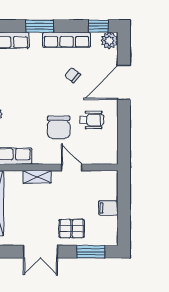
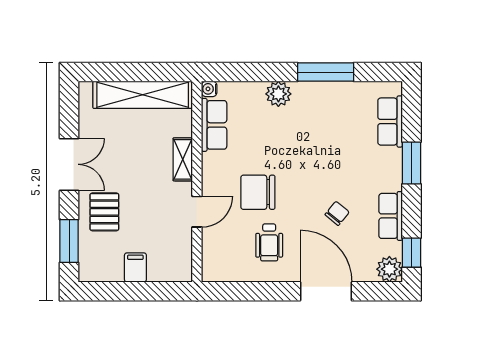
row of seats: (67, 40) -> (391, 216), width x0.68
double door: (40, 252) -> (69, 164), swing flipped

